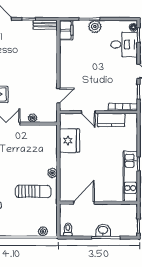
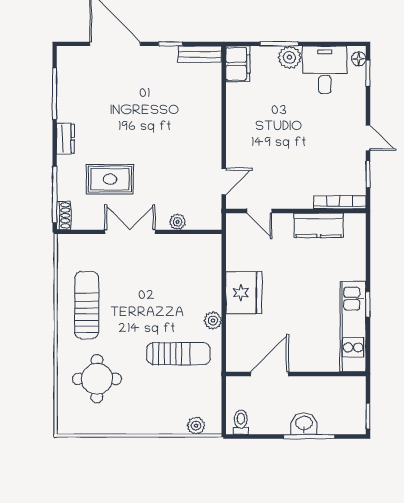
desk: (124, 45) -> (325, 70), moved, turned -90
door: (88, 112) -> (259, 211), moved
fridge: (69, 141) -> (244, 293), moved

